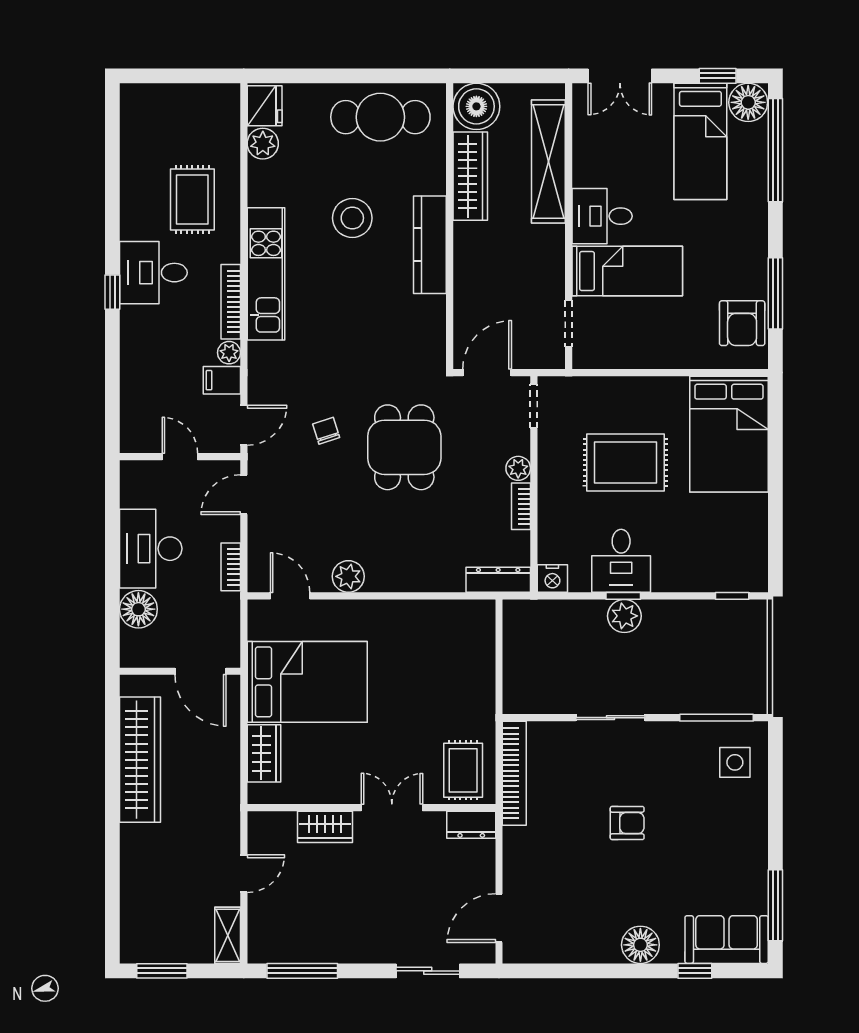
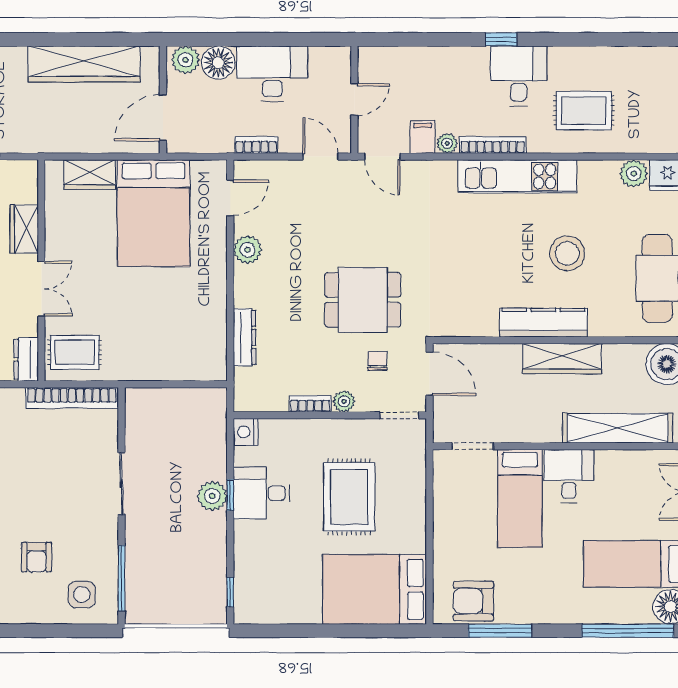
wardrobe: (470, 176) -> (562, 359), moved
chair: (326, 431) -> (377, 361), moved, turned -72
dresser: (498, 580) -> (245, 337), moved
plant: (135, 646) -> (185, 60), added
armchair: (627, 823) -> (36, 557), moved

